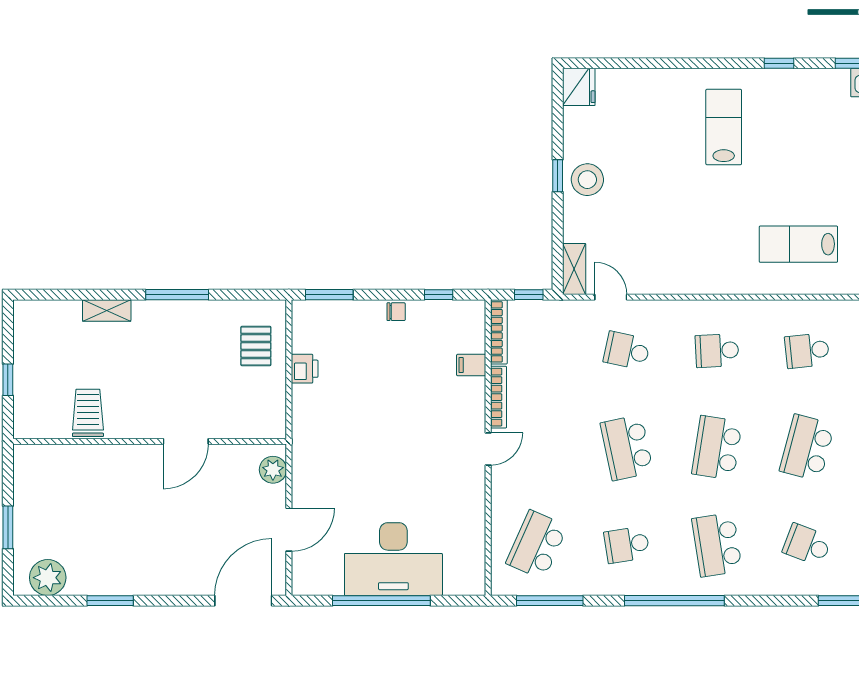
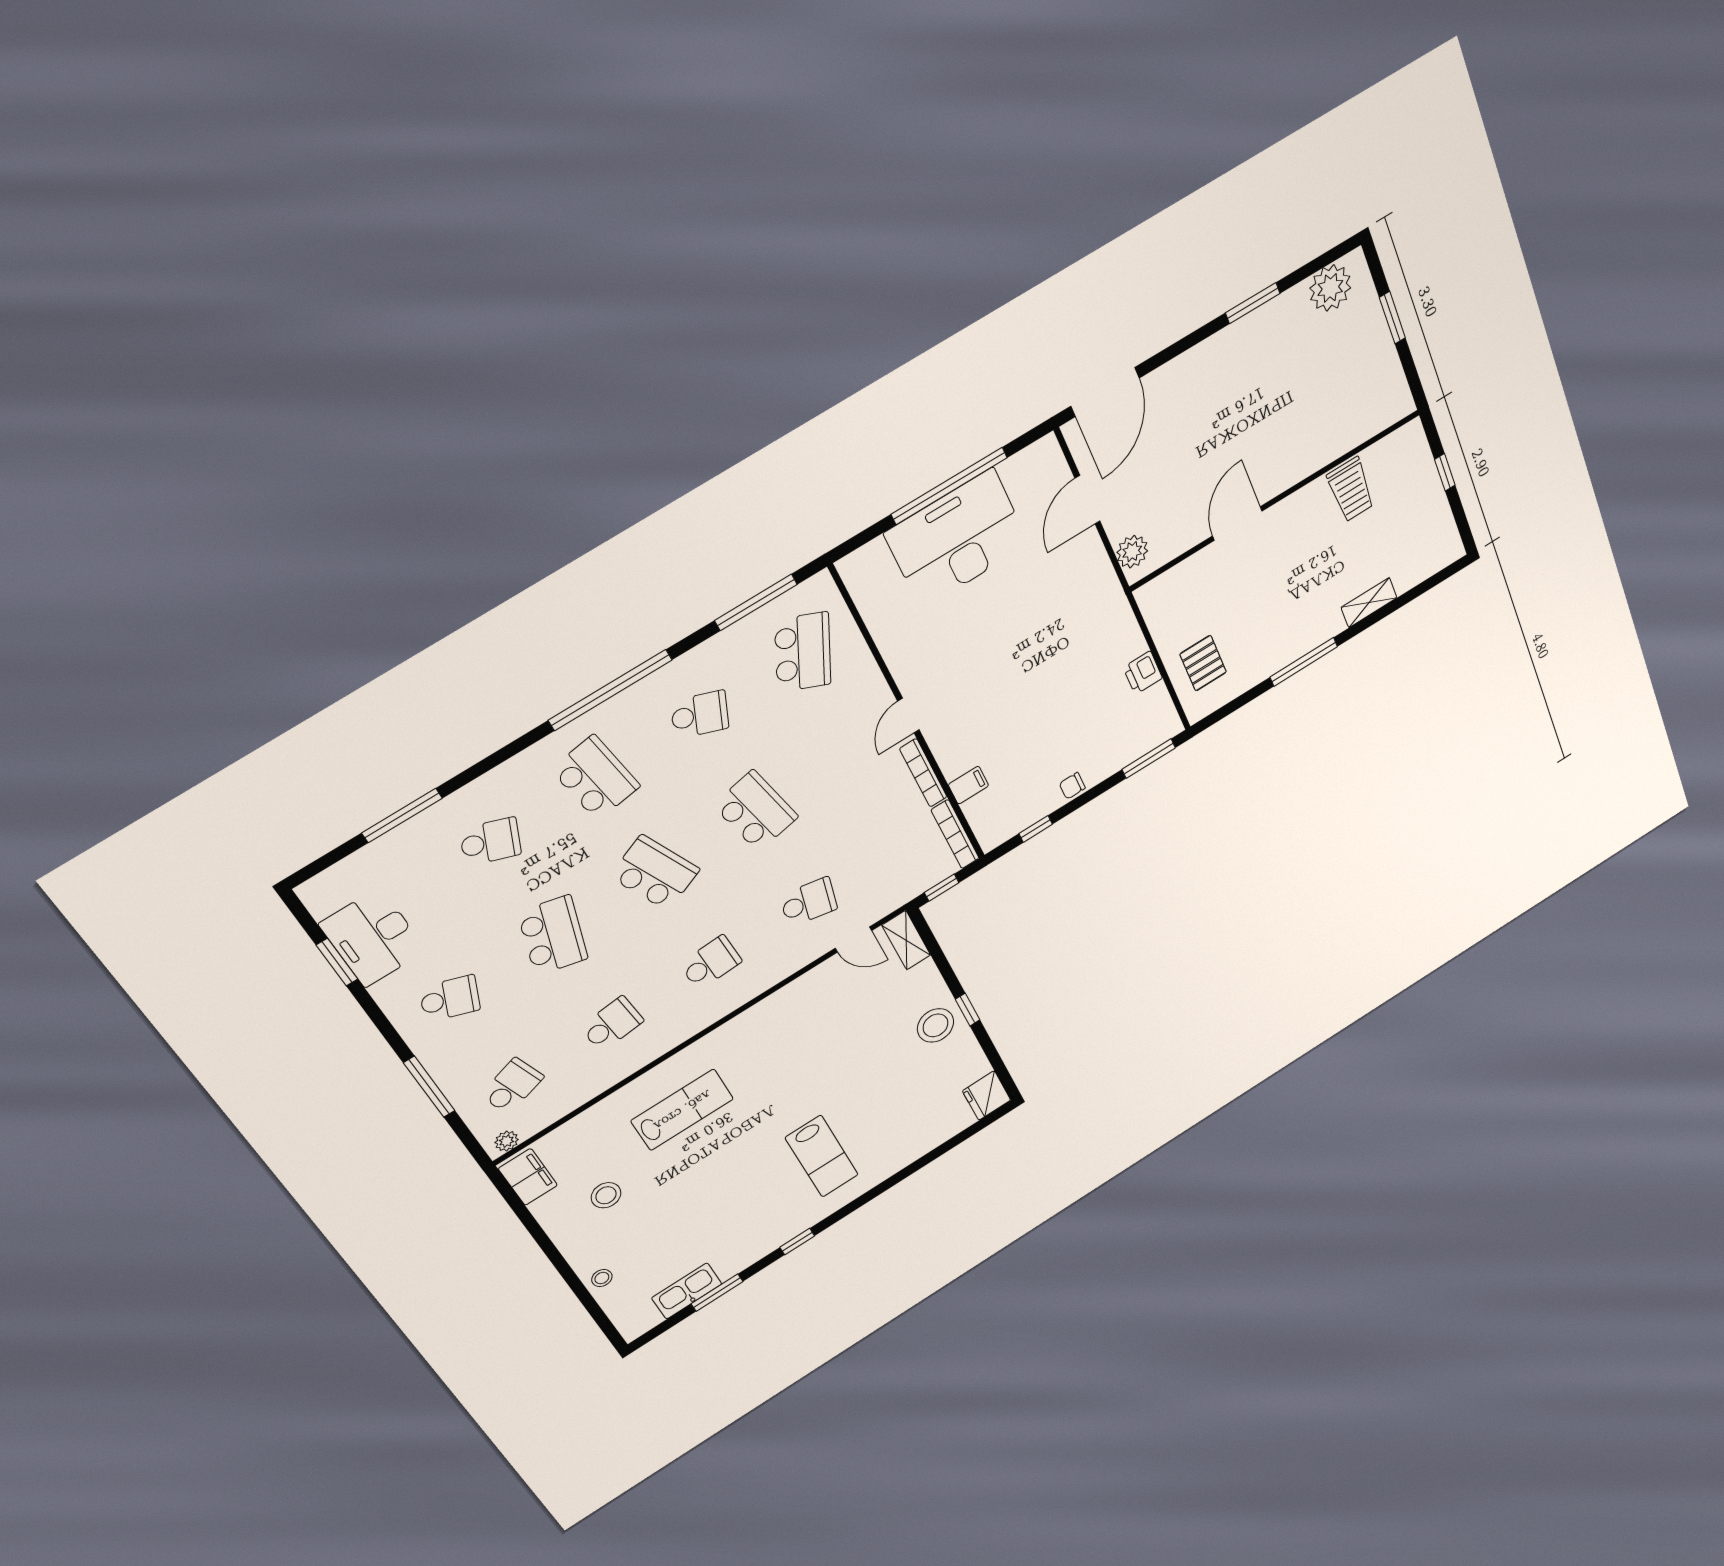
school desk: (717, 448) -> (655, 873), turned -33
school desk: (627, 545) -> (700, 715), turned 30

